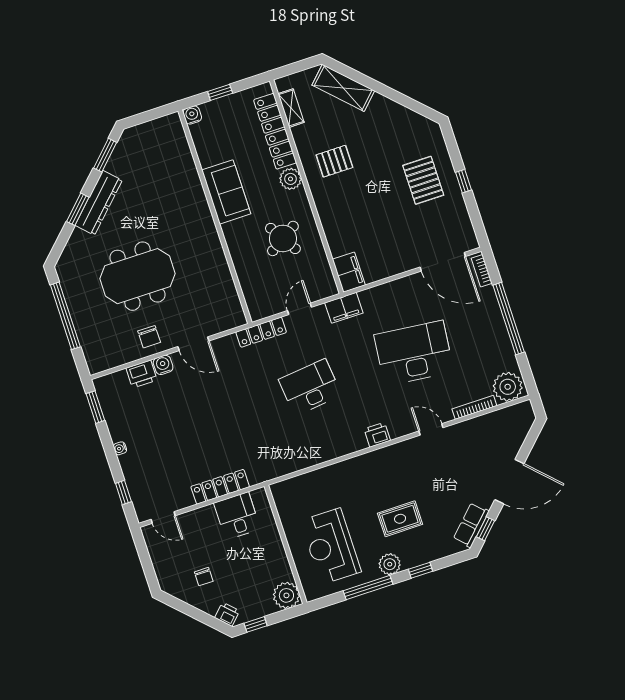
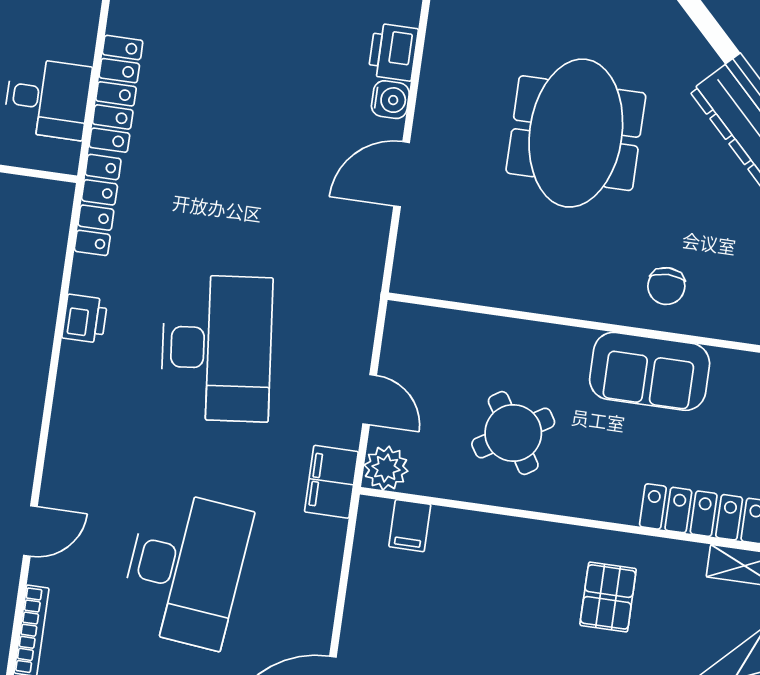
plant: (290, 179) -> (386, 468), moved
filing cabinet: (349, 272) -> (410, 526), width x0.50
locker: (261, 332) -> (98, 205), moved, turned 180
chair: (149, 337) -> (666, 286), moved, turned -90
desk: (310, 387) -> (217, 348), width x1.36, depth x1.30
printer: (377, 435) -> (85, 319), moved

